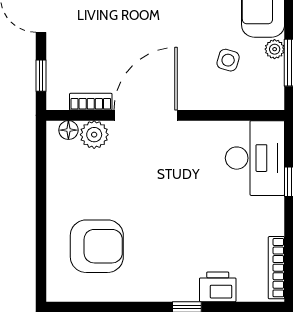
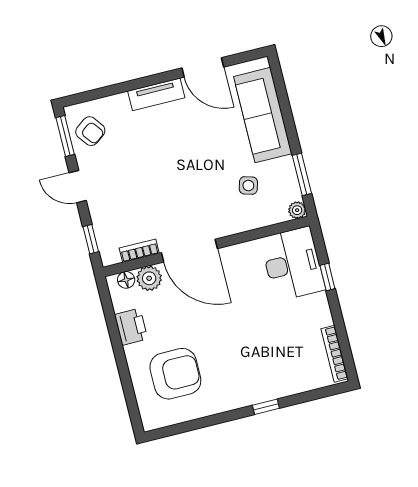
plant: (275, 49) -> (297, 210), moved
door: (146, 115) -> (189, 251), swing flipped
printer: (218, 287) -> (131, 327), moved, turned 90

